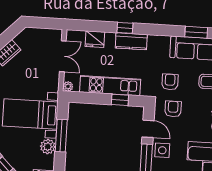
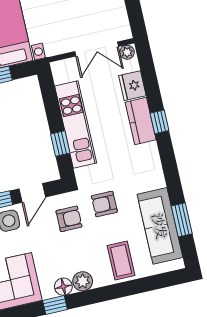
kitchen counter: (131, 41) -> (141, 121), moved
armchair: (170, 82) -> (104, 204), turned 180
plant: (68, 86) -> (127, 52), moved

